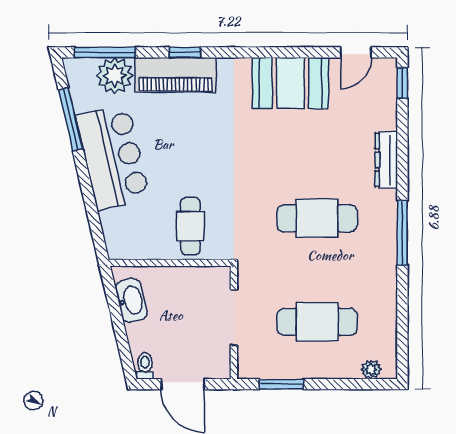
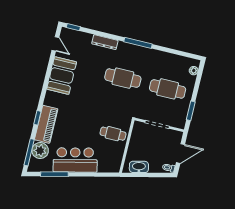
cafe table: (317, 218) -> (123, 78), turned 90
cafe table: (317, 322) -> (168, 89), turned 90

